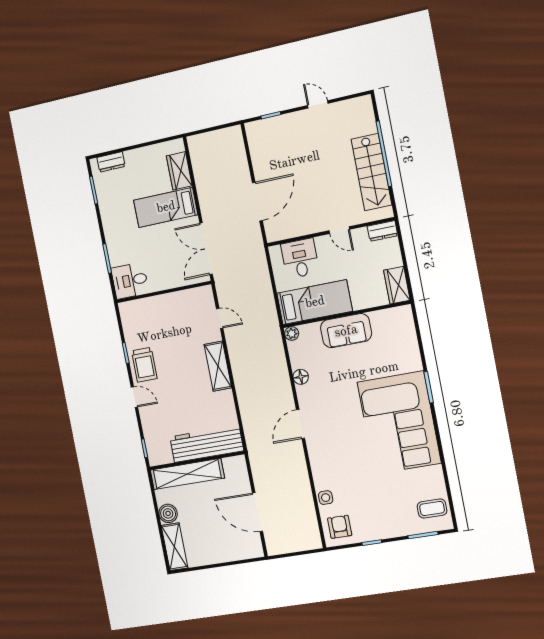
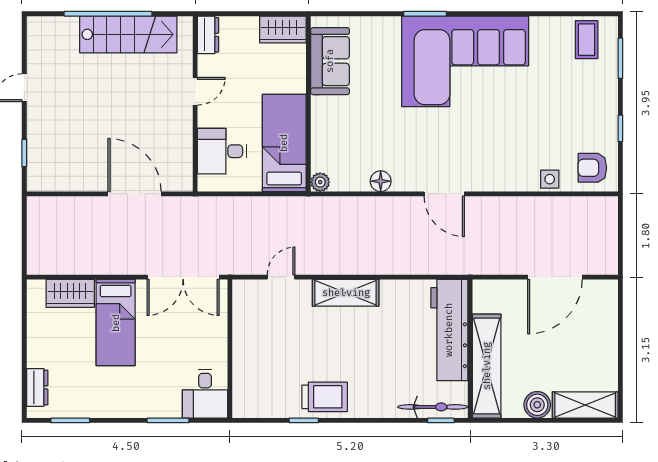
sofa: (346, 331) -> (330, 61), moved
door: (134, 397) -> (367, 420), removed
bicycle: (152, 441) -> (433, 407), added

